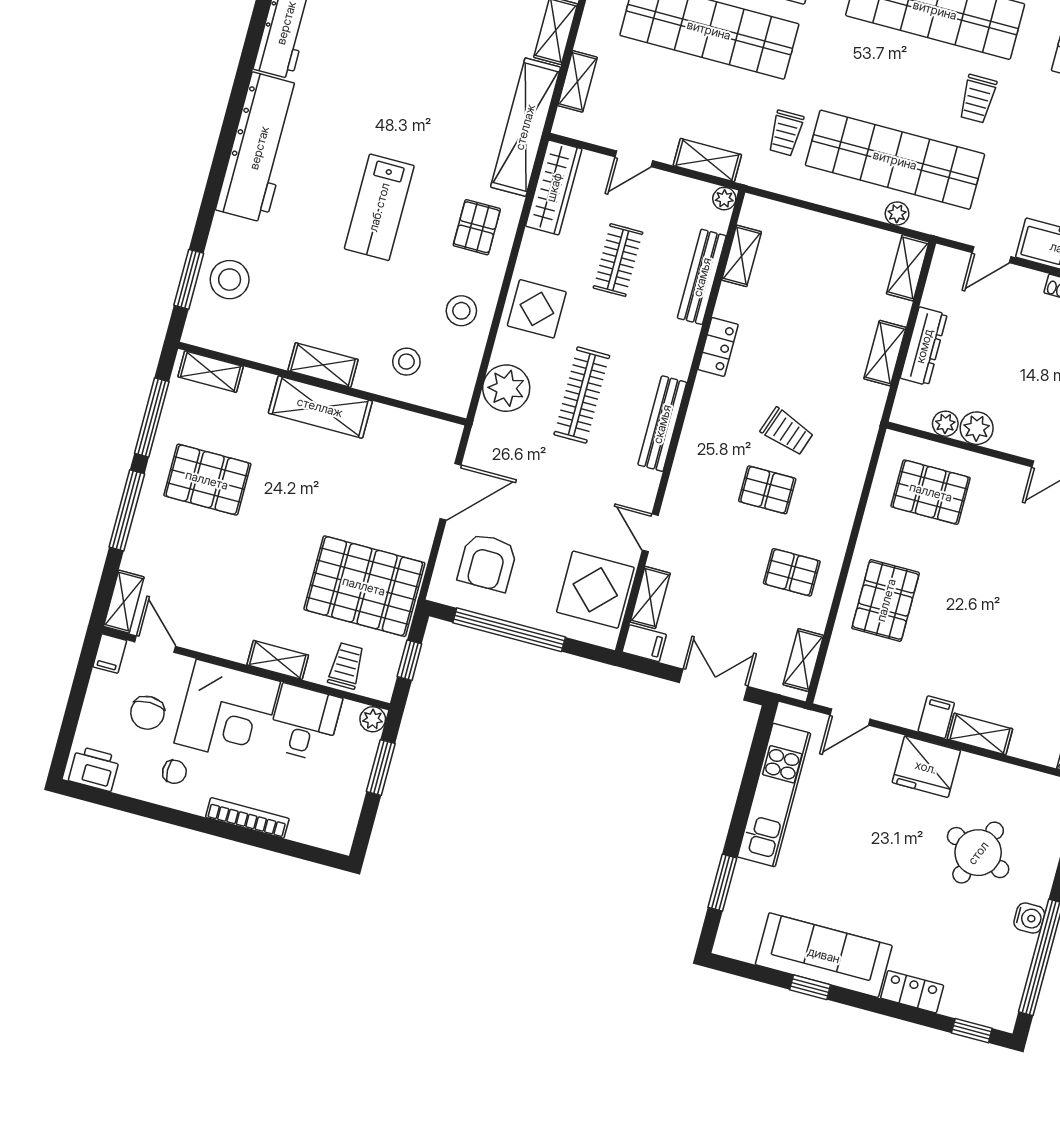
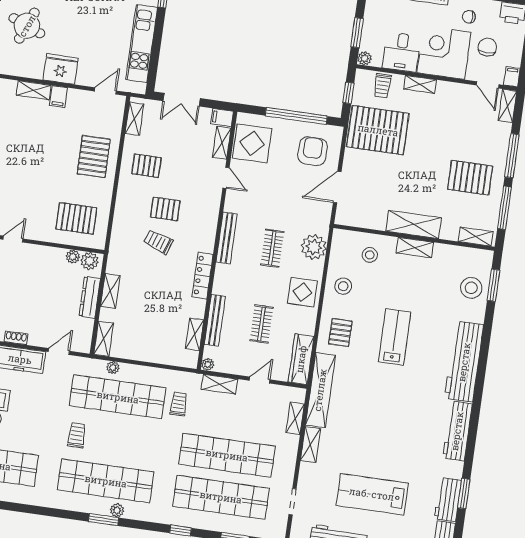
locker: (718, 347) -> (202, 276), width x1.53
clothes rail: (582, 395) -> (272, 248), width x0.73
plant: (977, 428) -> (90, 261), moved

